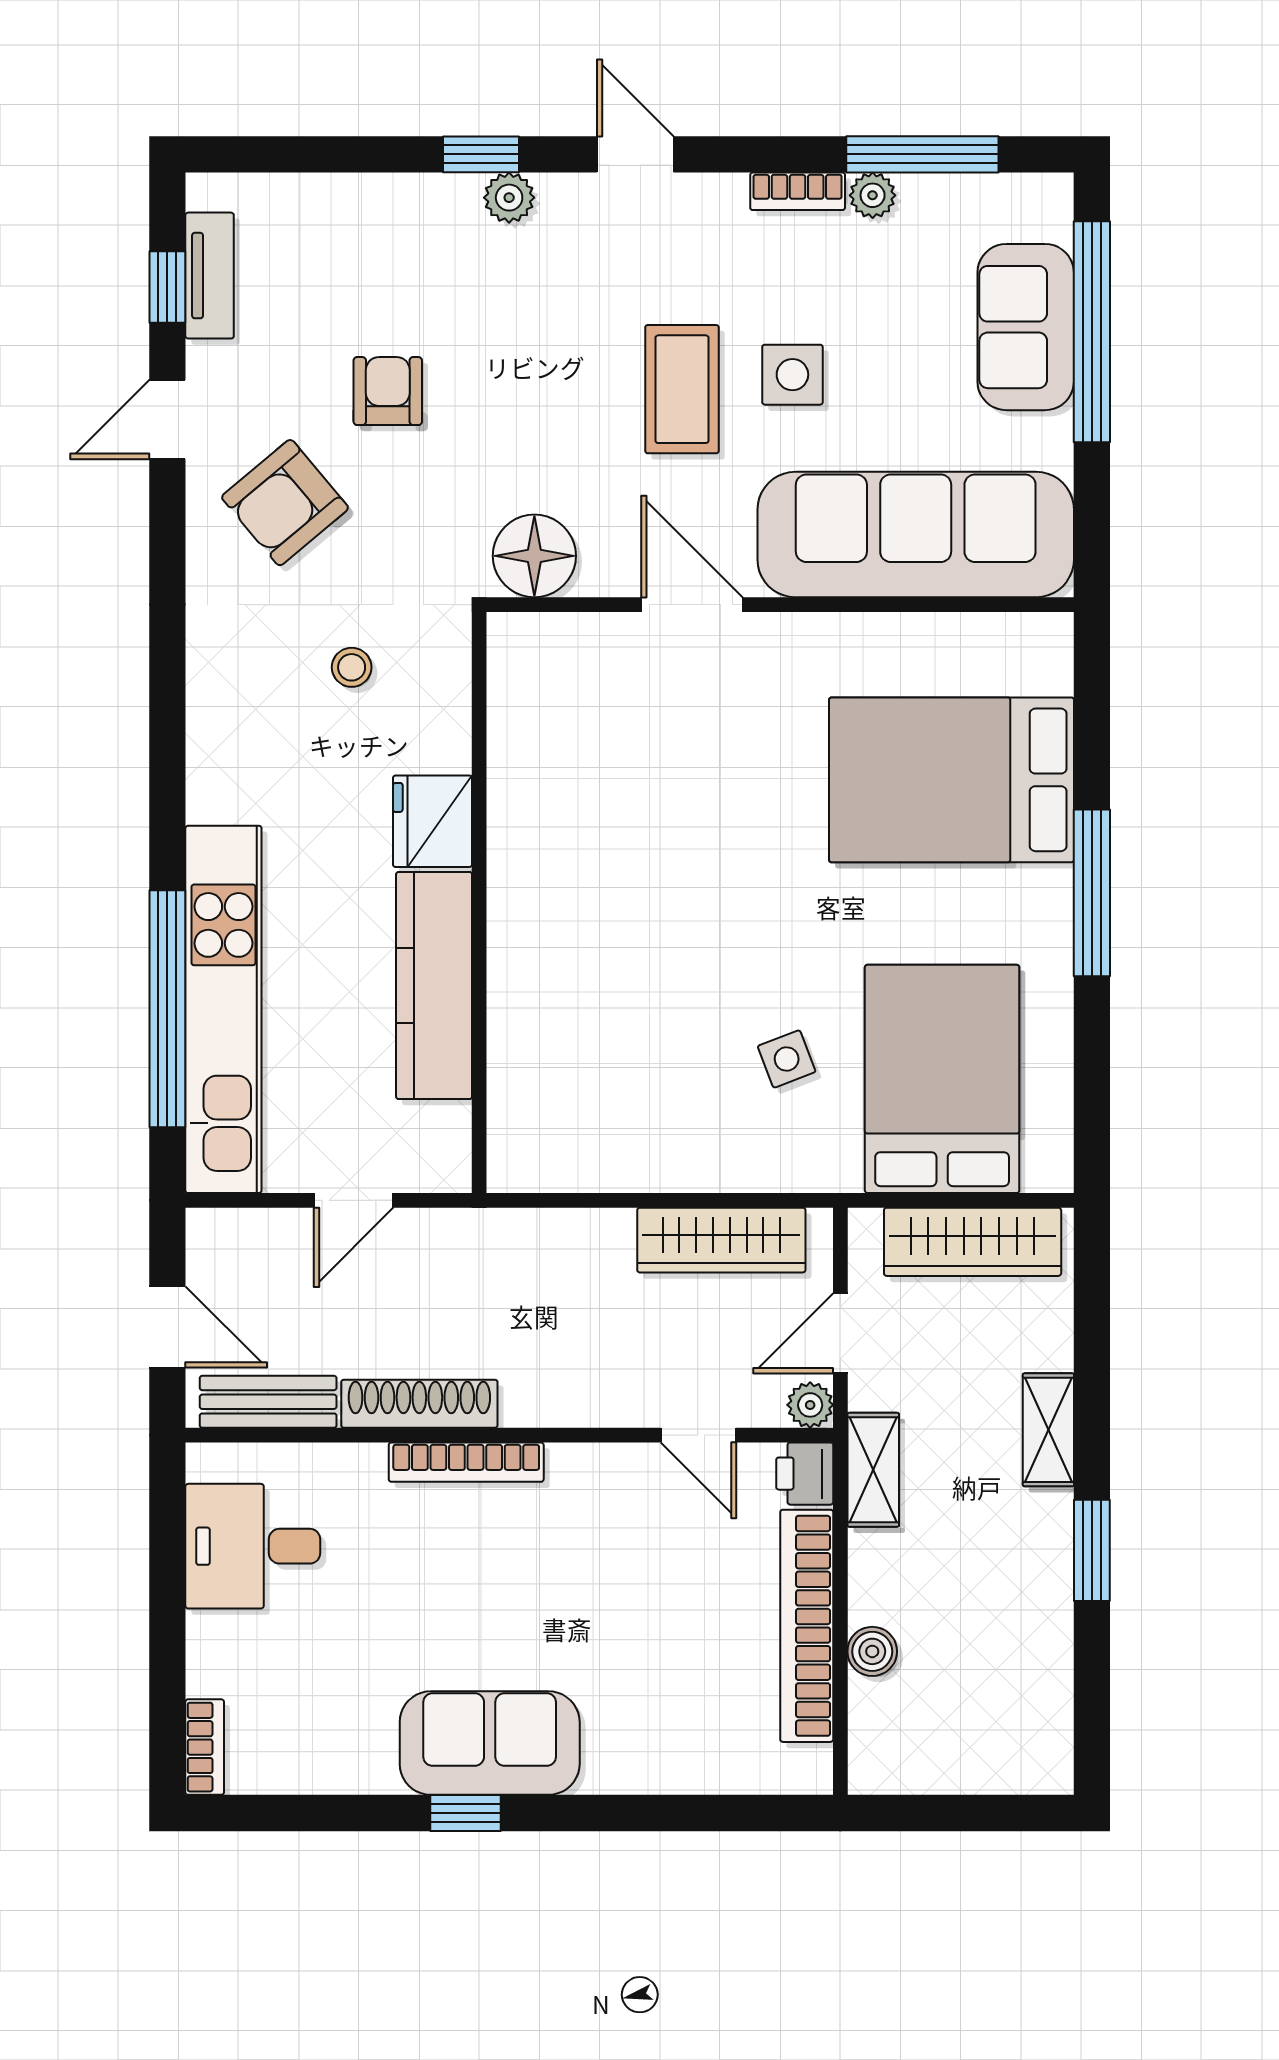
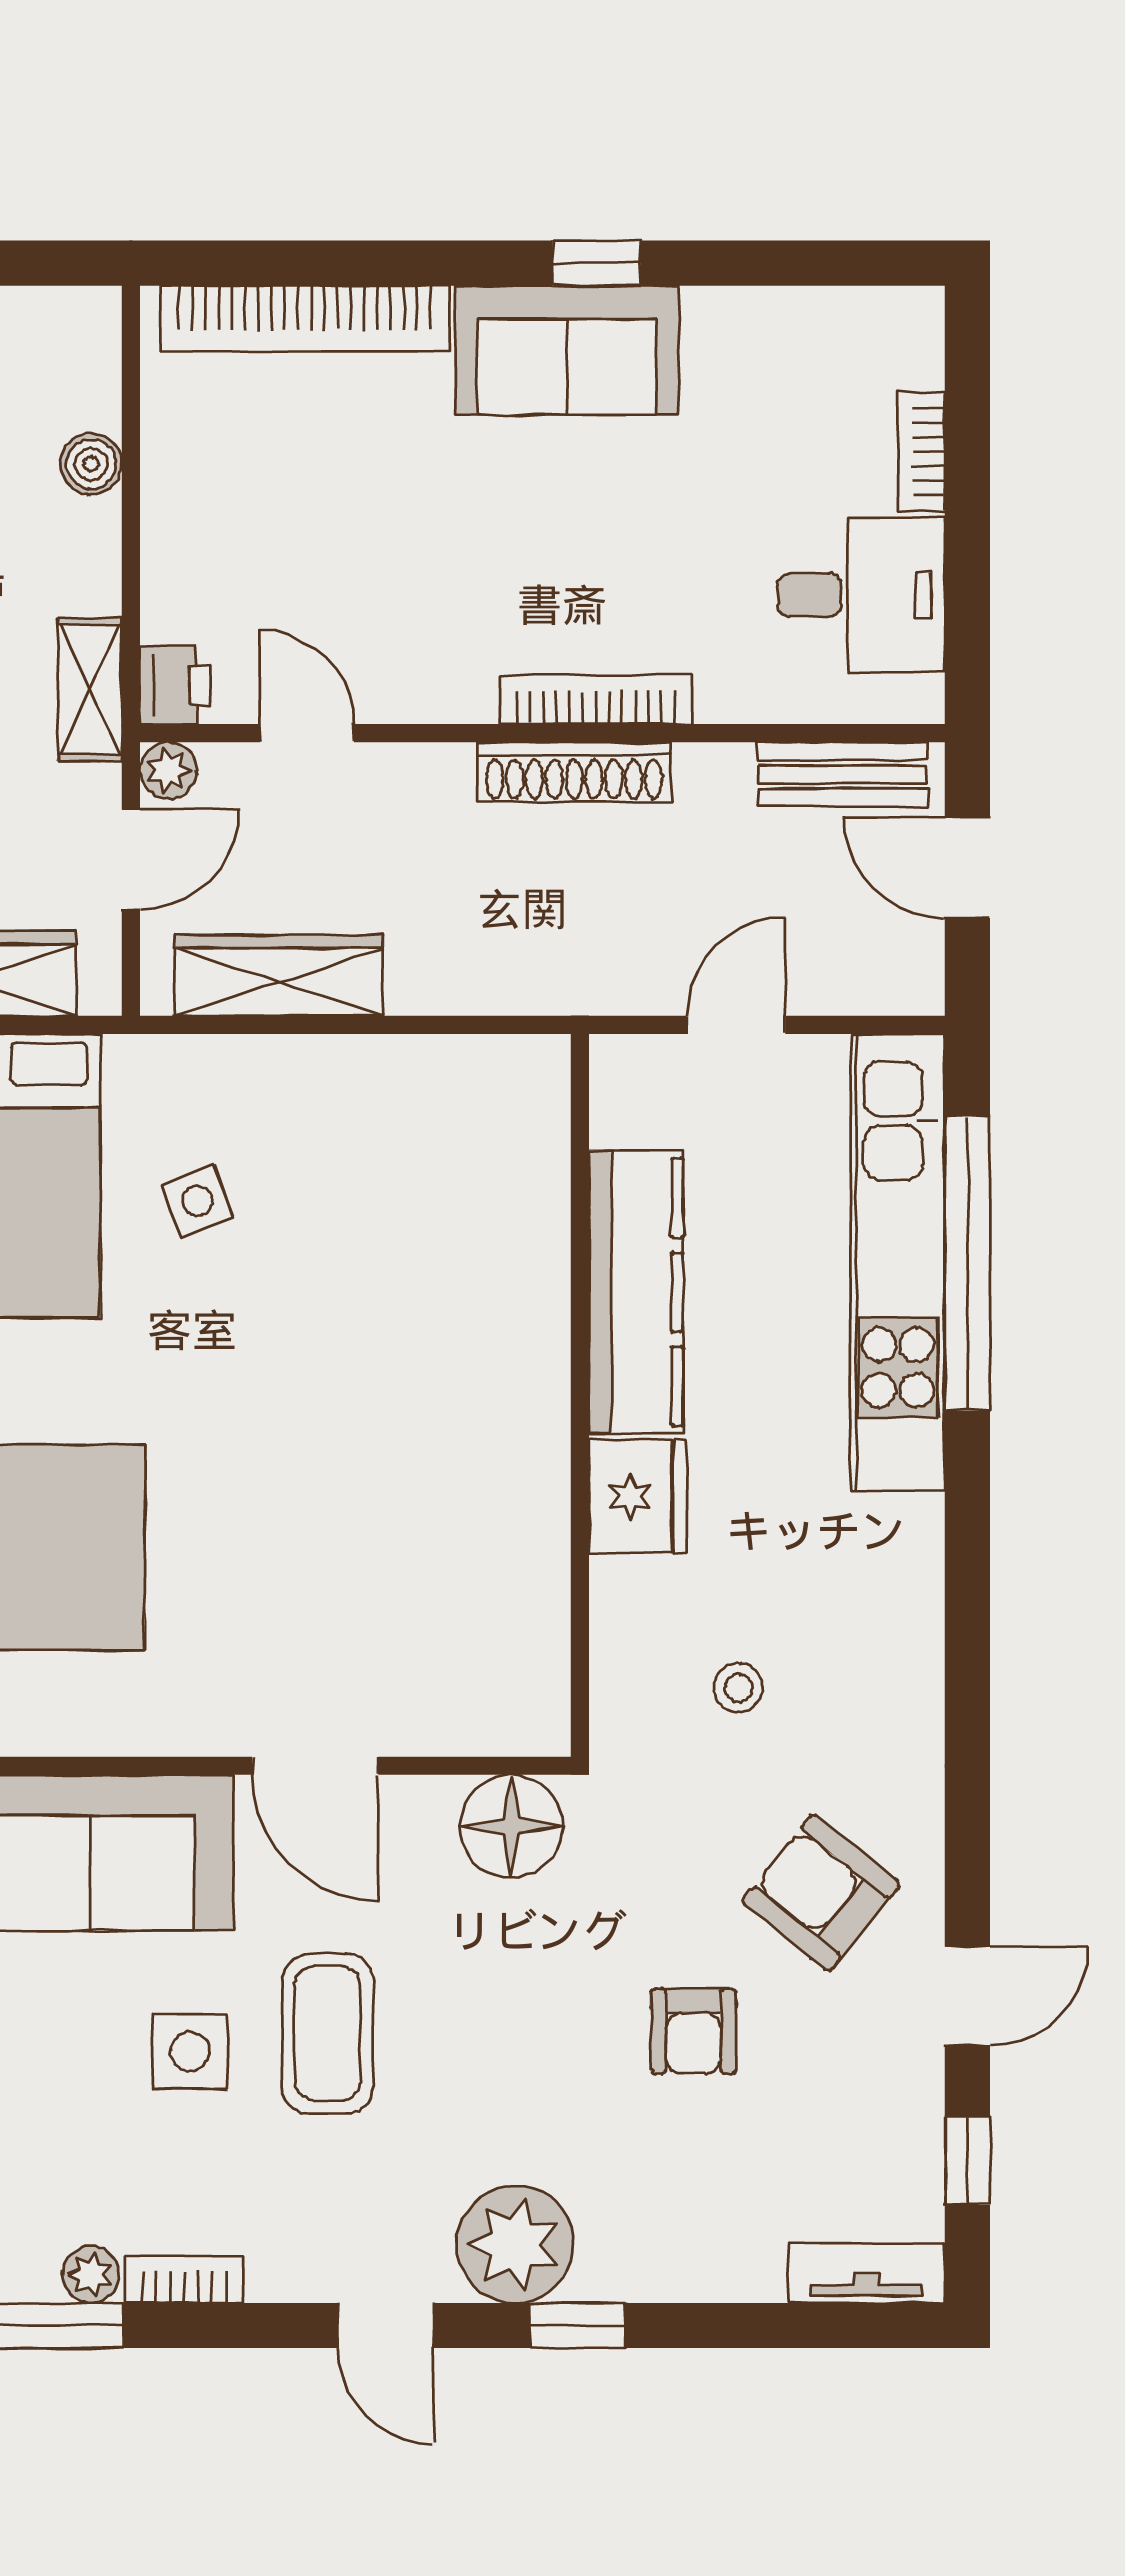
plant: (509, 198) -> (515, 2244), width x1.88, depth x1.88
tv unit: (210, 276) -> (867, 2273), moved, turned 90
armchair: (285, 503) -> (821, 1893), turned -101
shoe rack: (419, 1404) -> (574, 772), moved
bookcase: (807, 1626) -> (305, 318), moved, turned 90
bookcase: (205, 1747) -> (921, 452), moved

